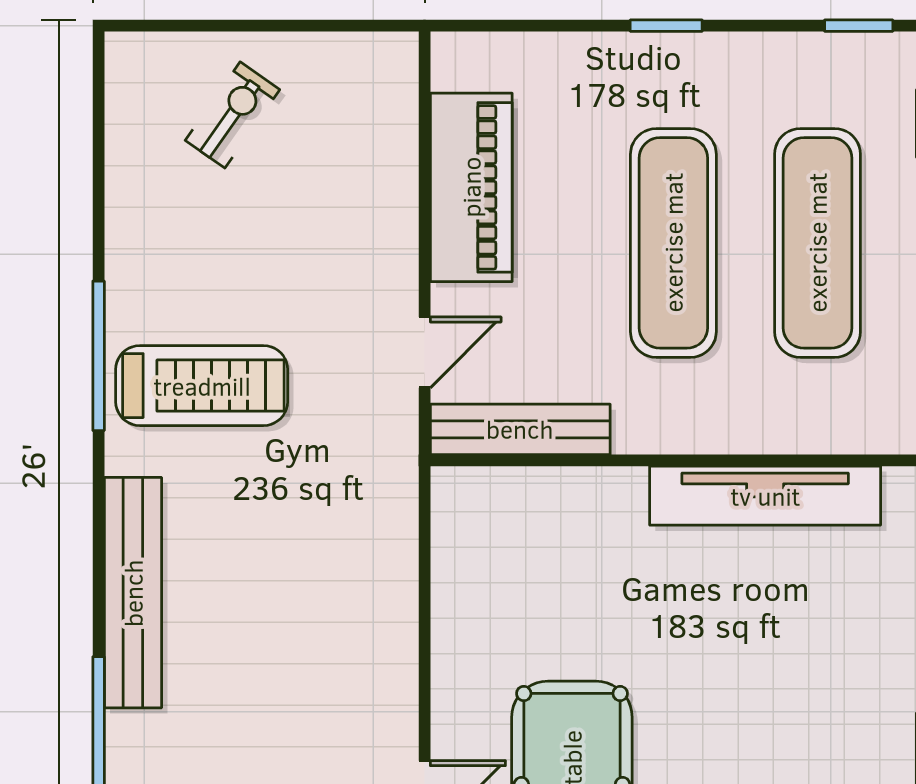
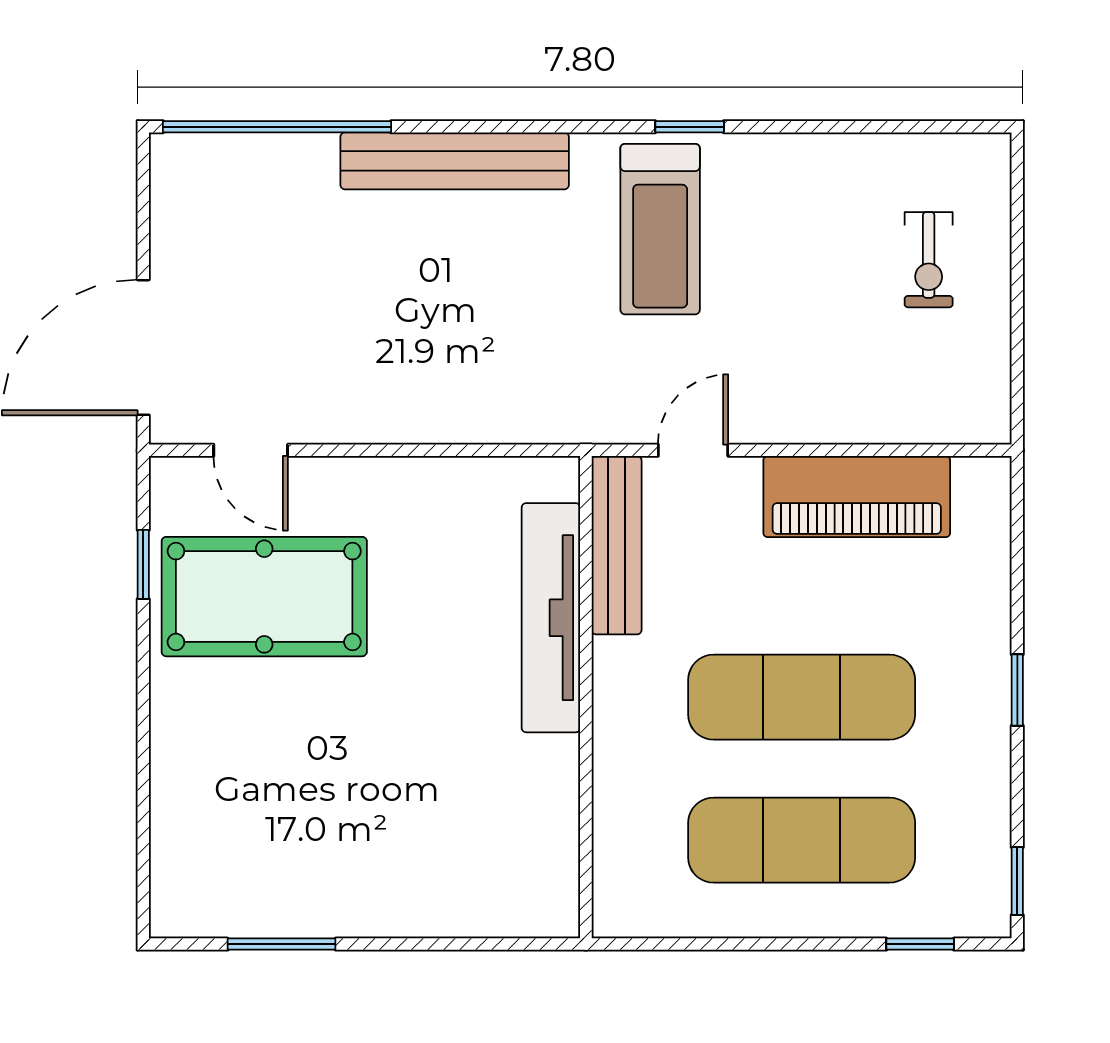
exercise bike: (232, 115) -> (929, 260), turned 55
door: (425, 352) -> (693, 450), swing flipped
window: (99, 356) -> (690, 127), width x0.46
tv unit: (765, 496) -> (551, 618), moved

